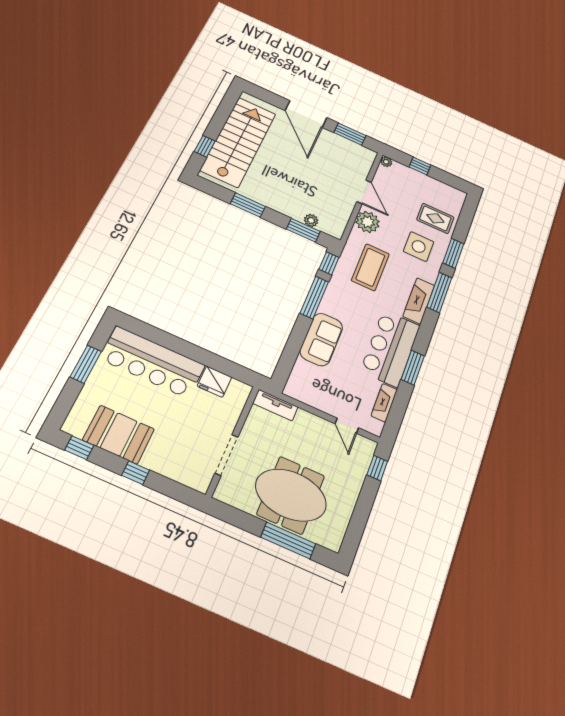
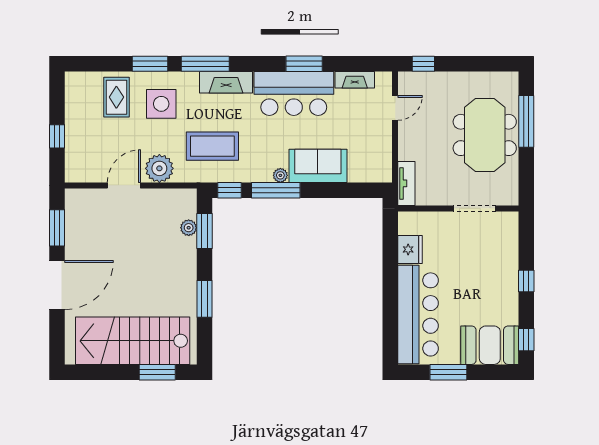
window: (205, 146) -> (157, 372), width x1.50
plant: (386, 162) -> (280, 175), moved
booth: (119, 435) -> (490, 345), moved, turned 90

